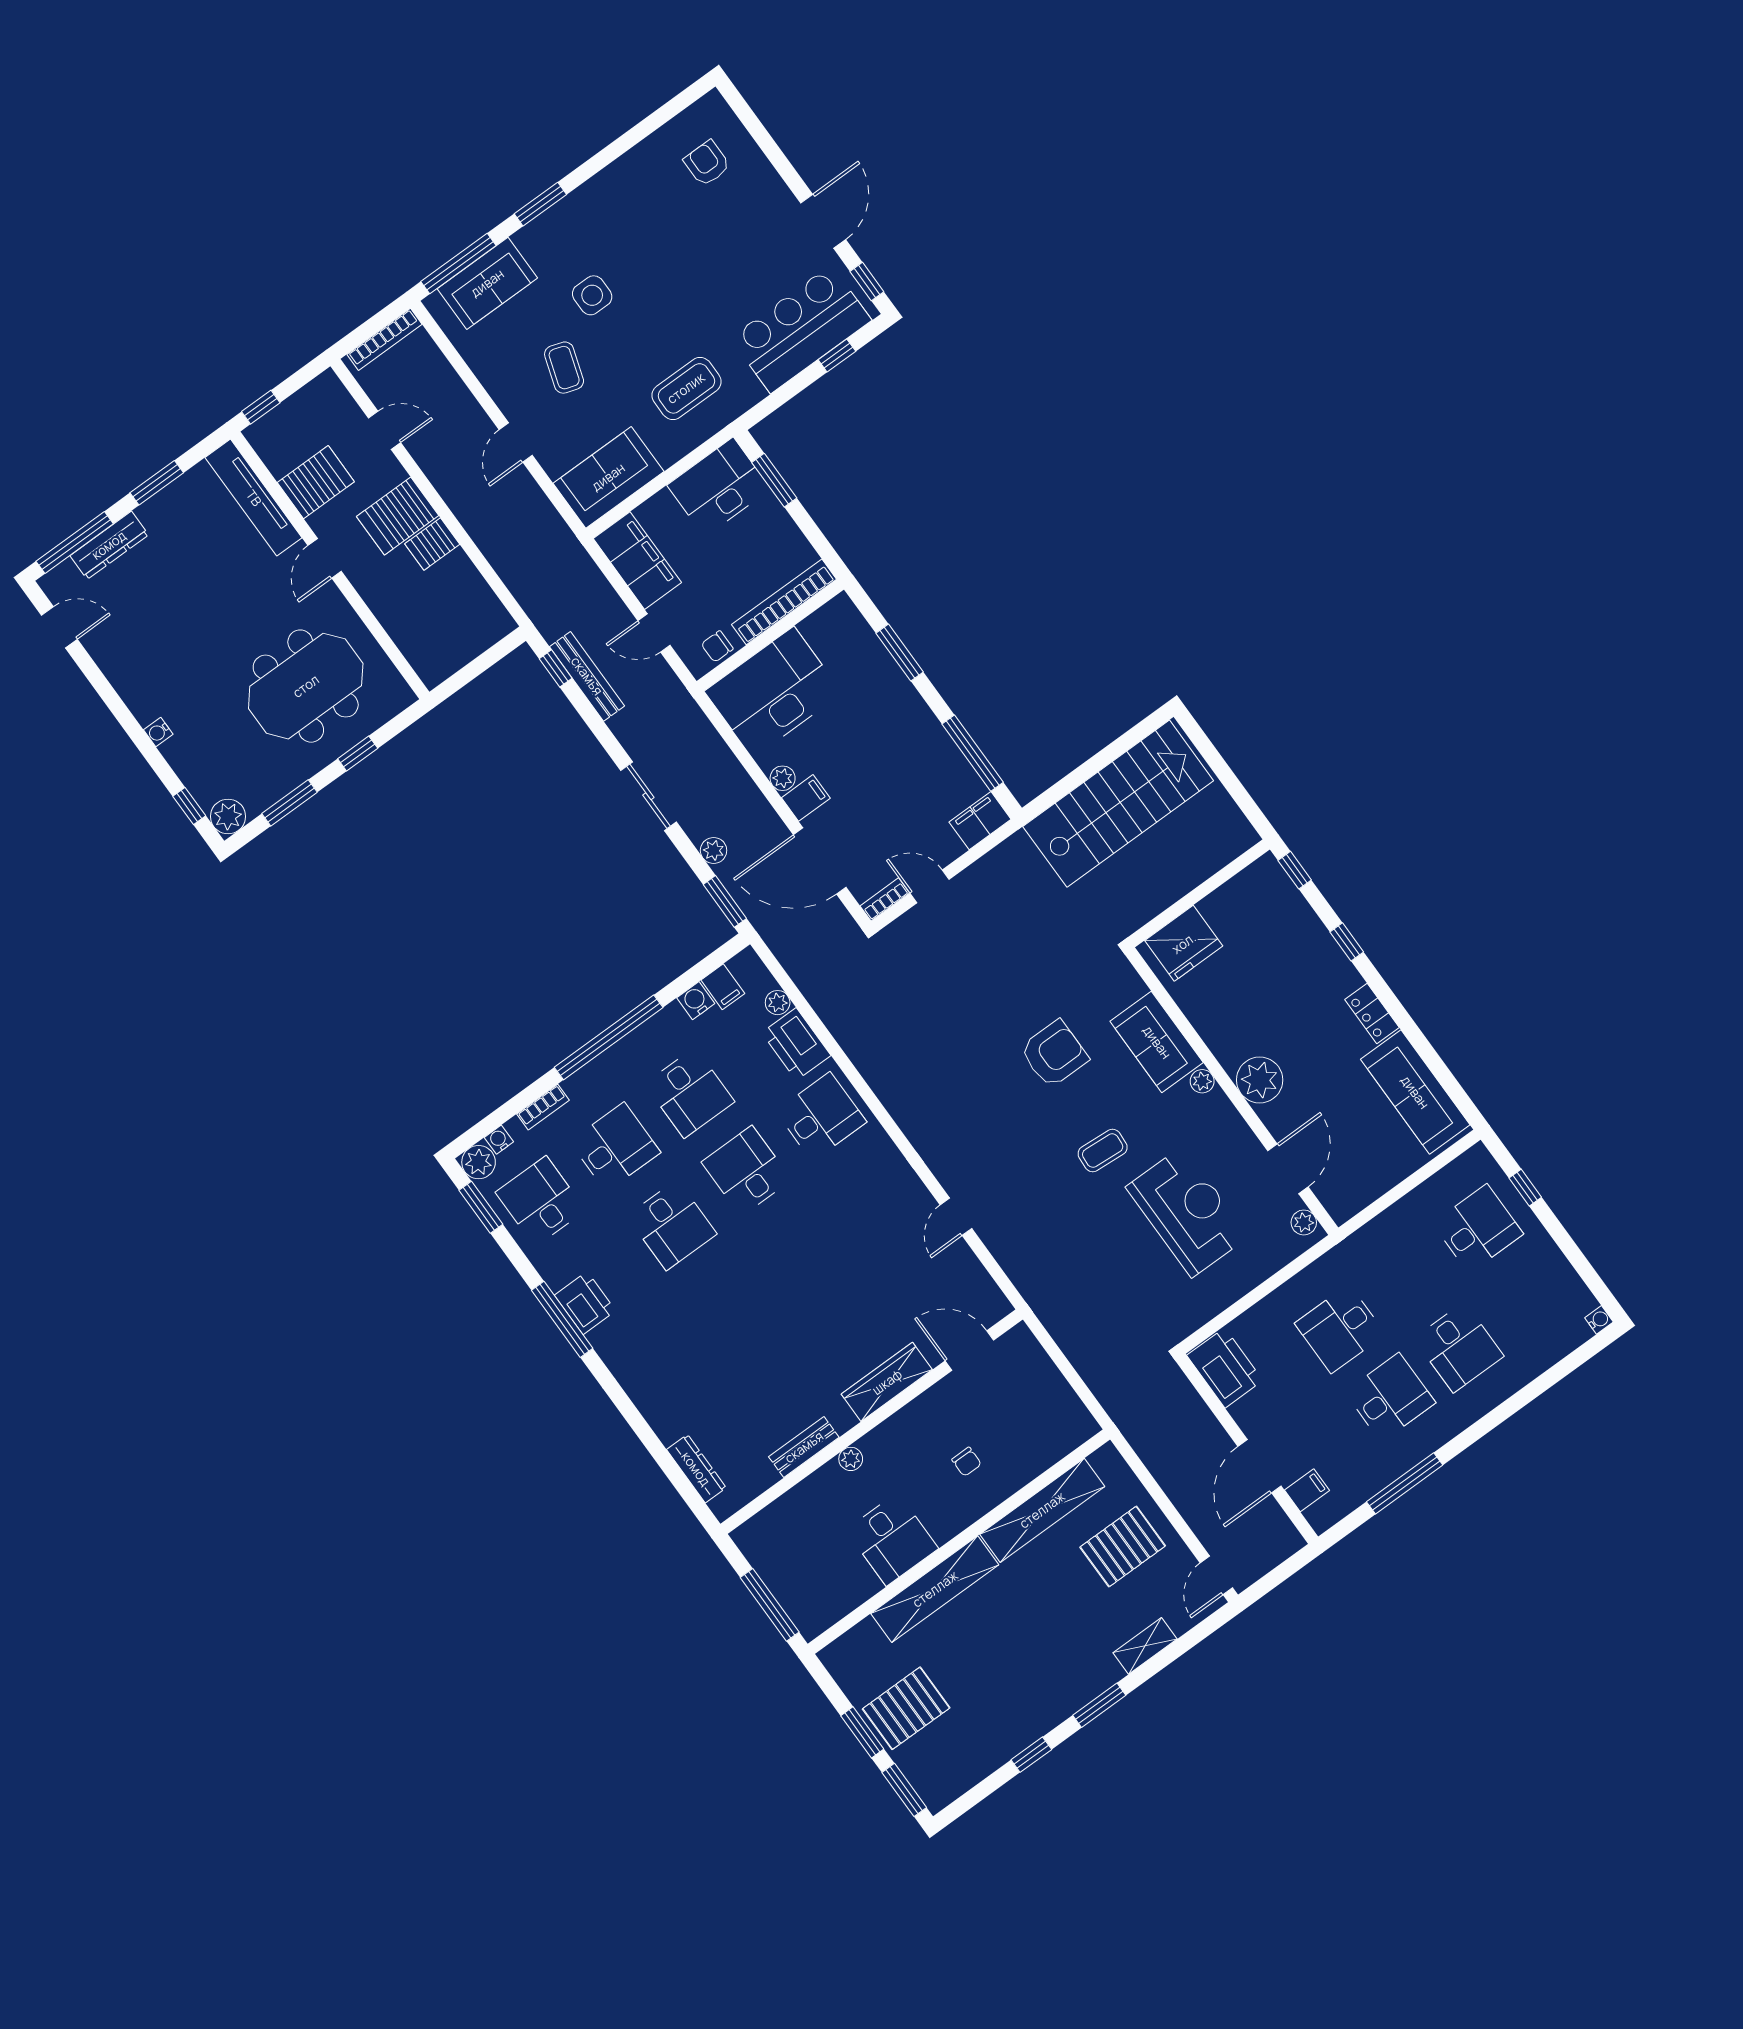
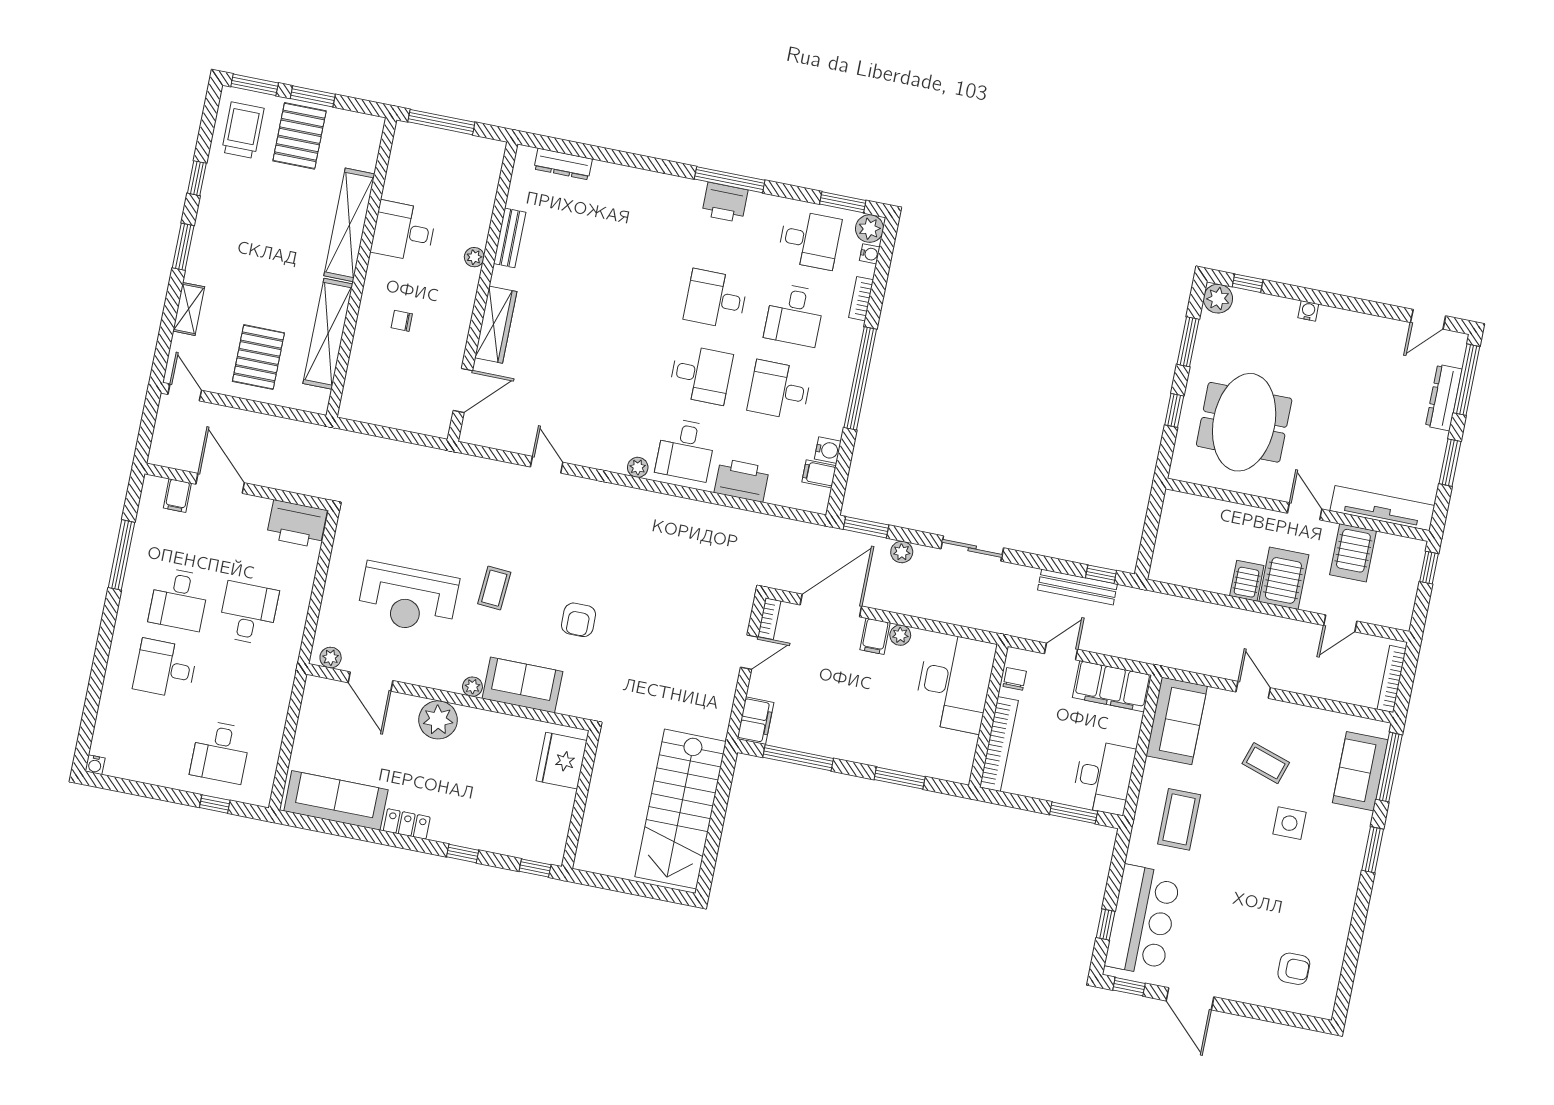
plant: (778, 1003) -> (638, 467), moved
armchair: (1054, 1054) -> (579, 620), width x0.72, depth x0.72
trolley: (952, 1759) -> (243, 130), added

